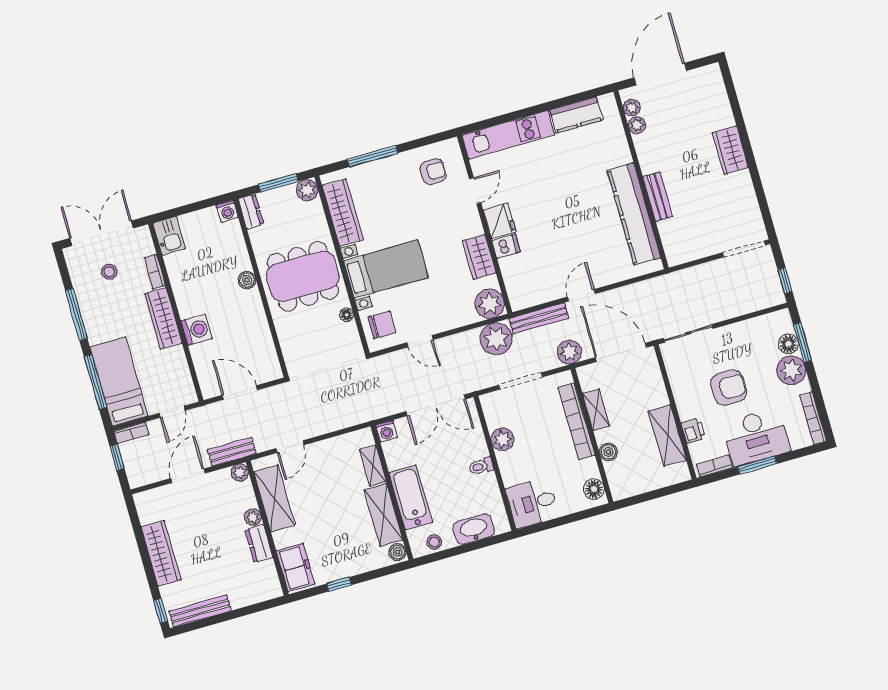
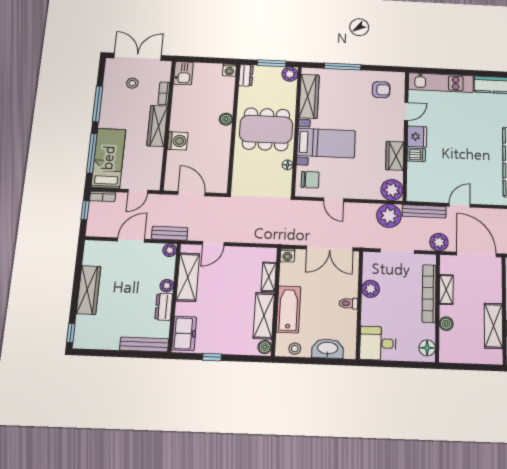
bench: (200, 611) -> (144, 344), moved

